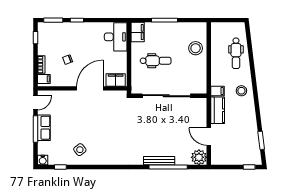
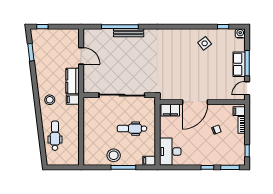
filing cabinet: (138, 32) -> (149, 161), width x0.50
stool: (196, 48) -> (114, 155), moved
plant: (199, 157) -> (90, 36), removed

